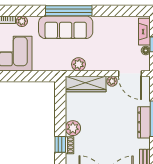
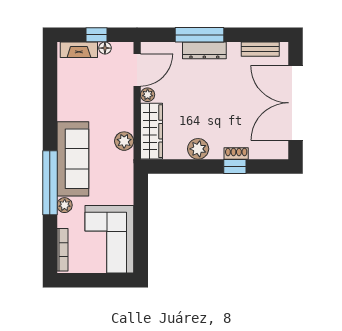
window: (69, 11) -> (50, 183), moved
plant: (22, 21) -> (65, 205), moved
plant: (73, 128) -> (198, 149), moved

